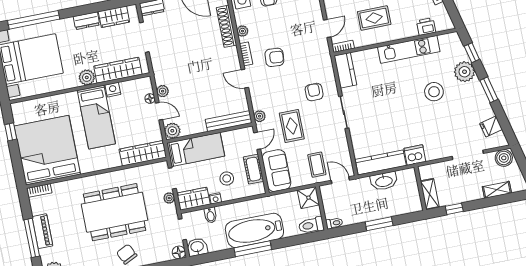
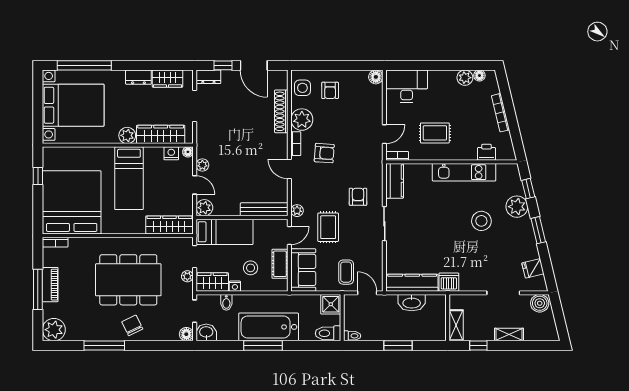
plant: (242, 31) -> (302, 120), width x1.88, depth x1.88
nightstand: (113, 90) -> (171, 153), moved
floor lamp: (150, 99) -> (188, 152), moved
shelving: (497, 190) -> (509, 335), moved

